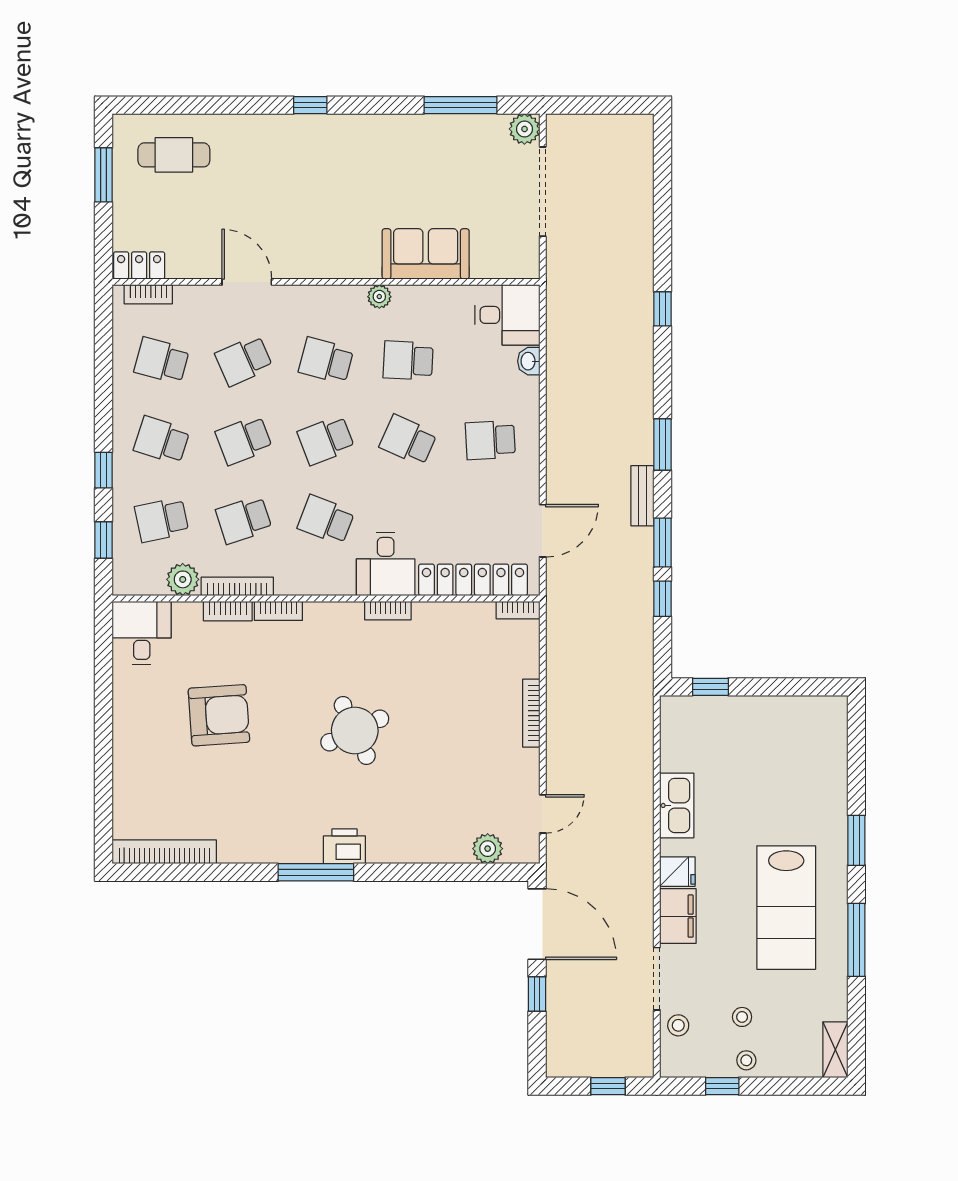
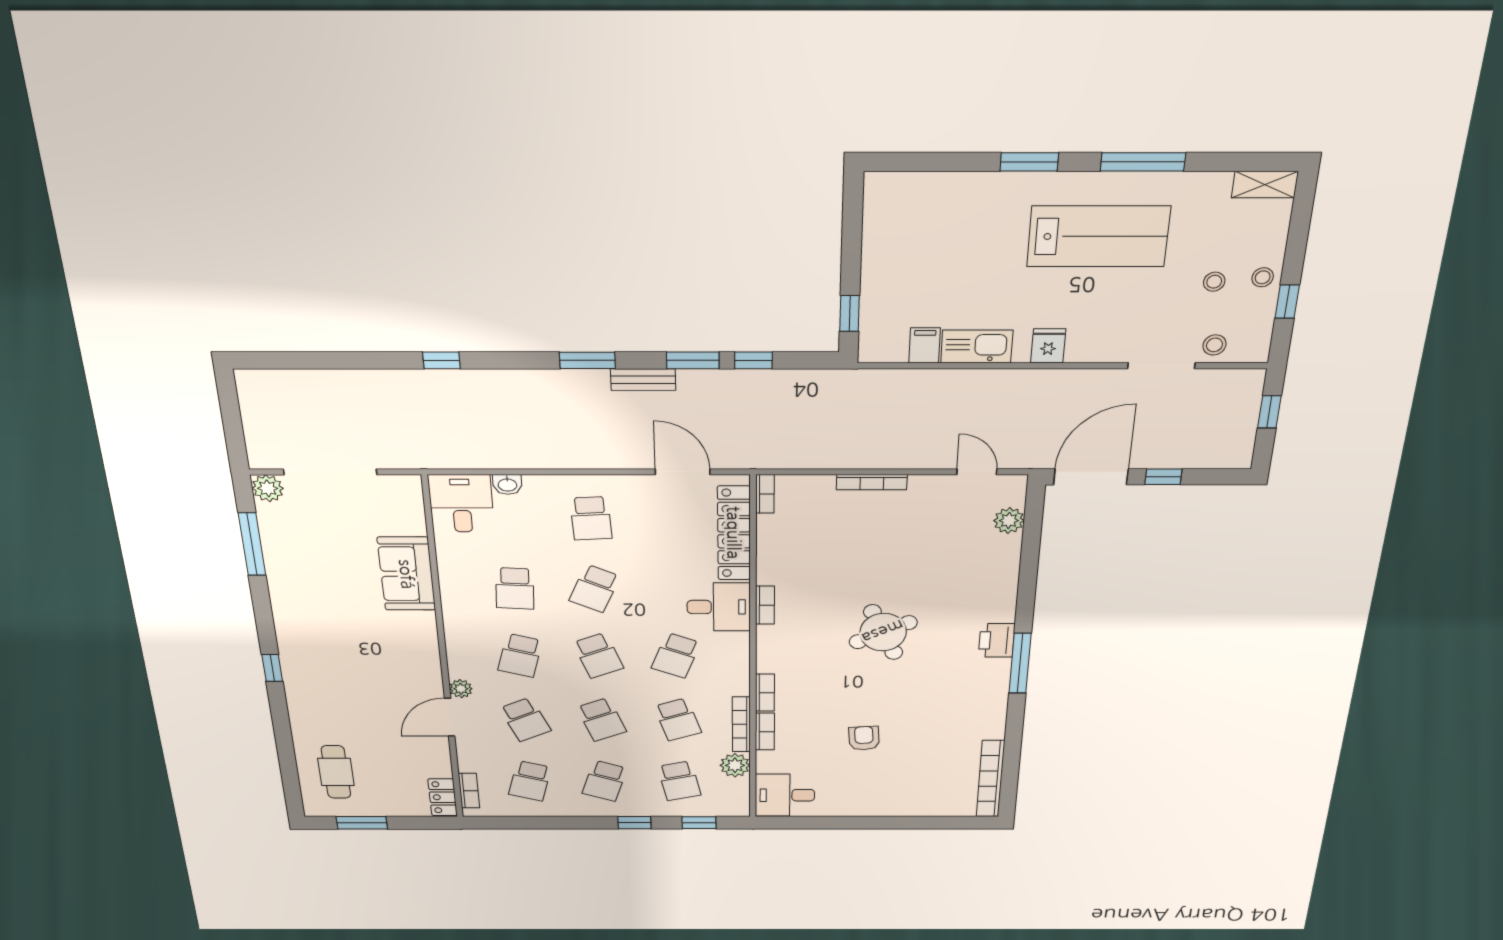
plant: (379, 297) -> (461, 689), moved
armchair: (219, 715) -> (864, 738), width x0.53, depth x0.53
filing cabinet: (678, 916) -> (925, 345), moved, width x0.50

